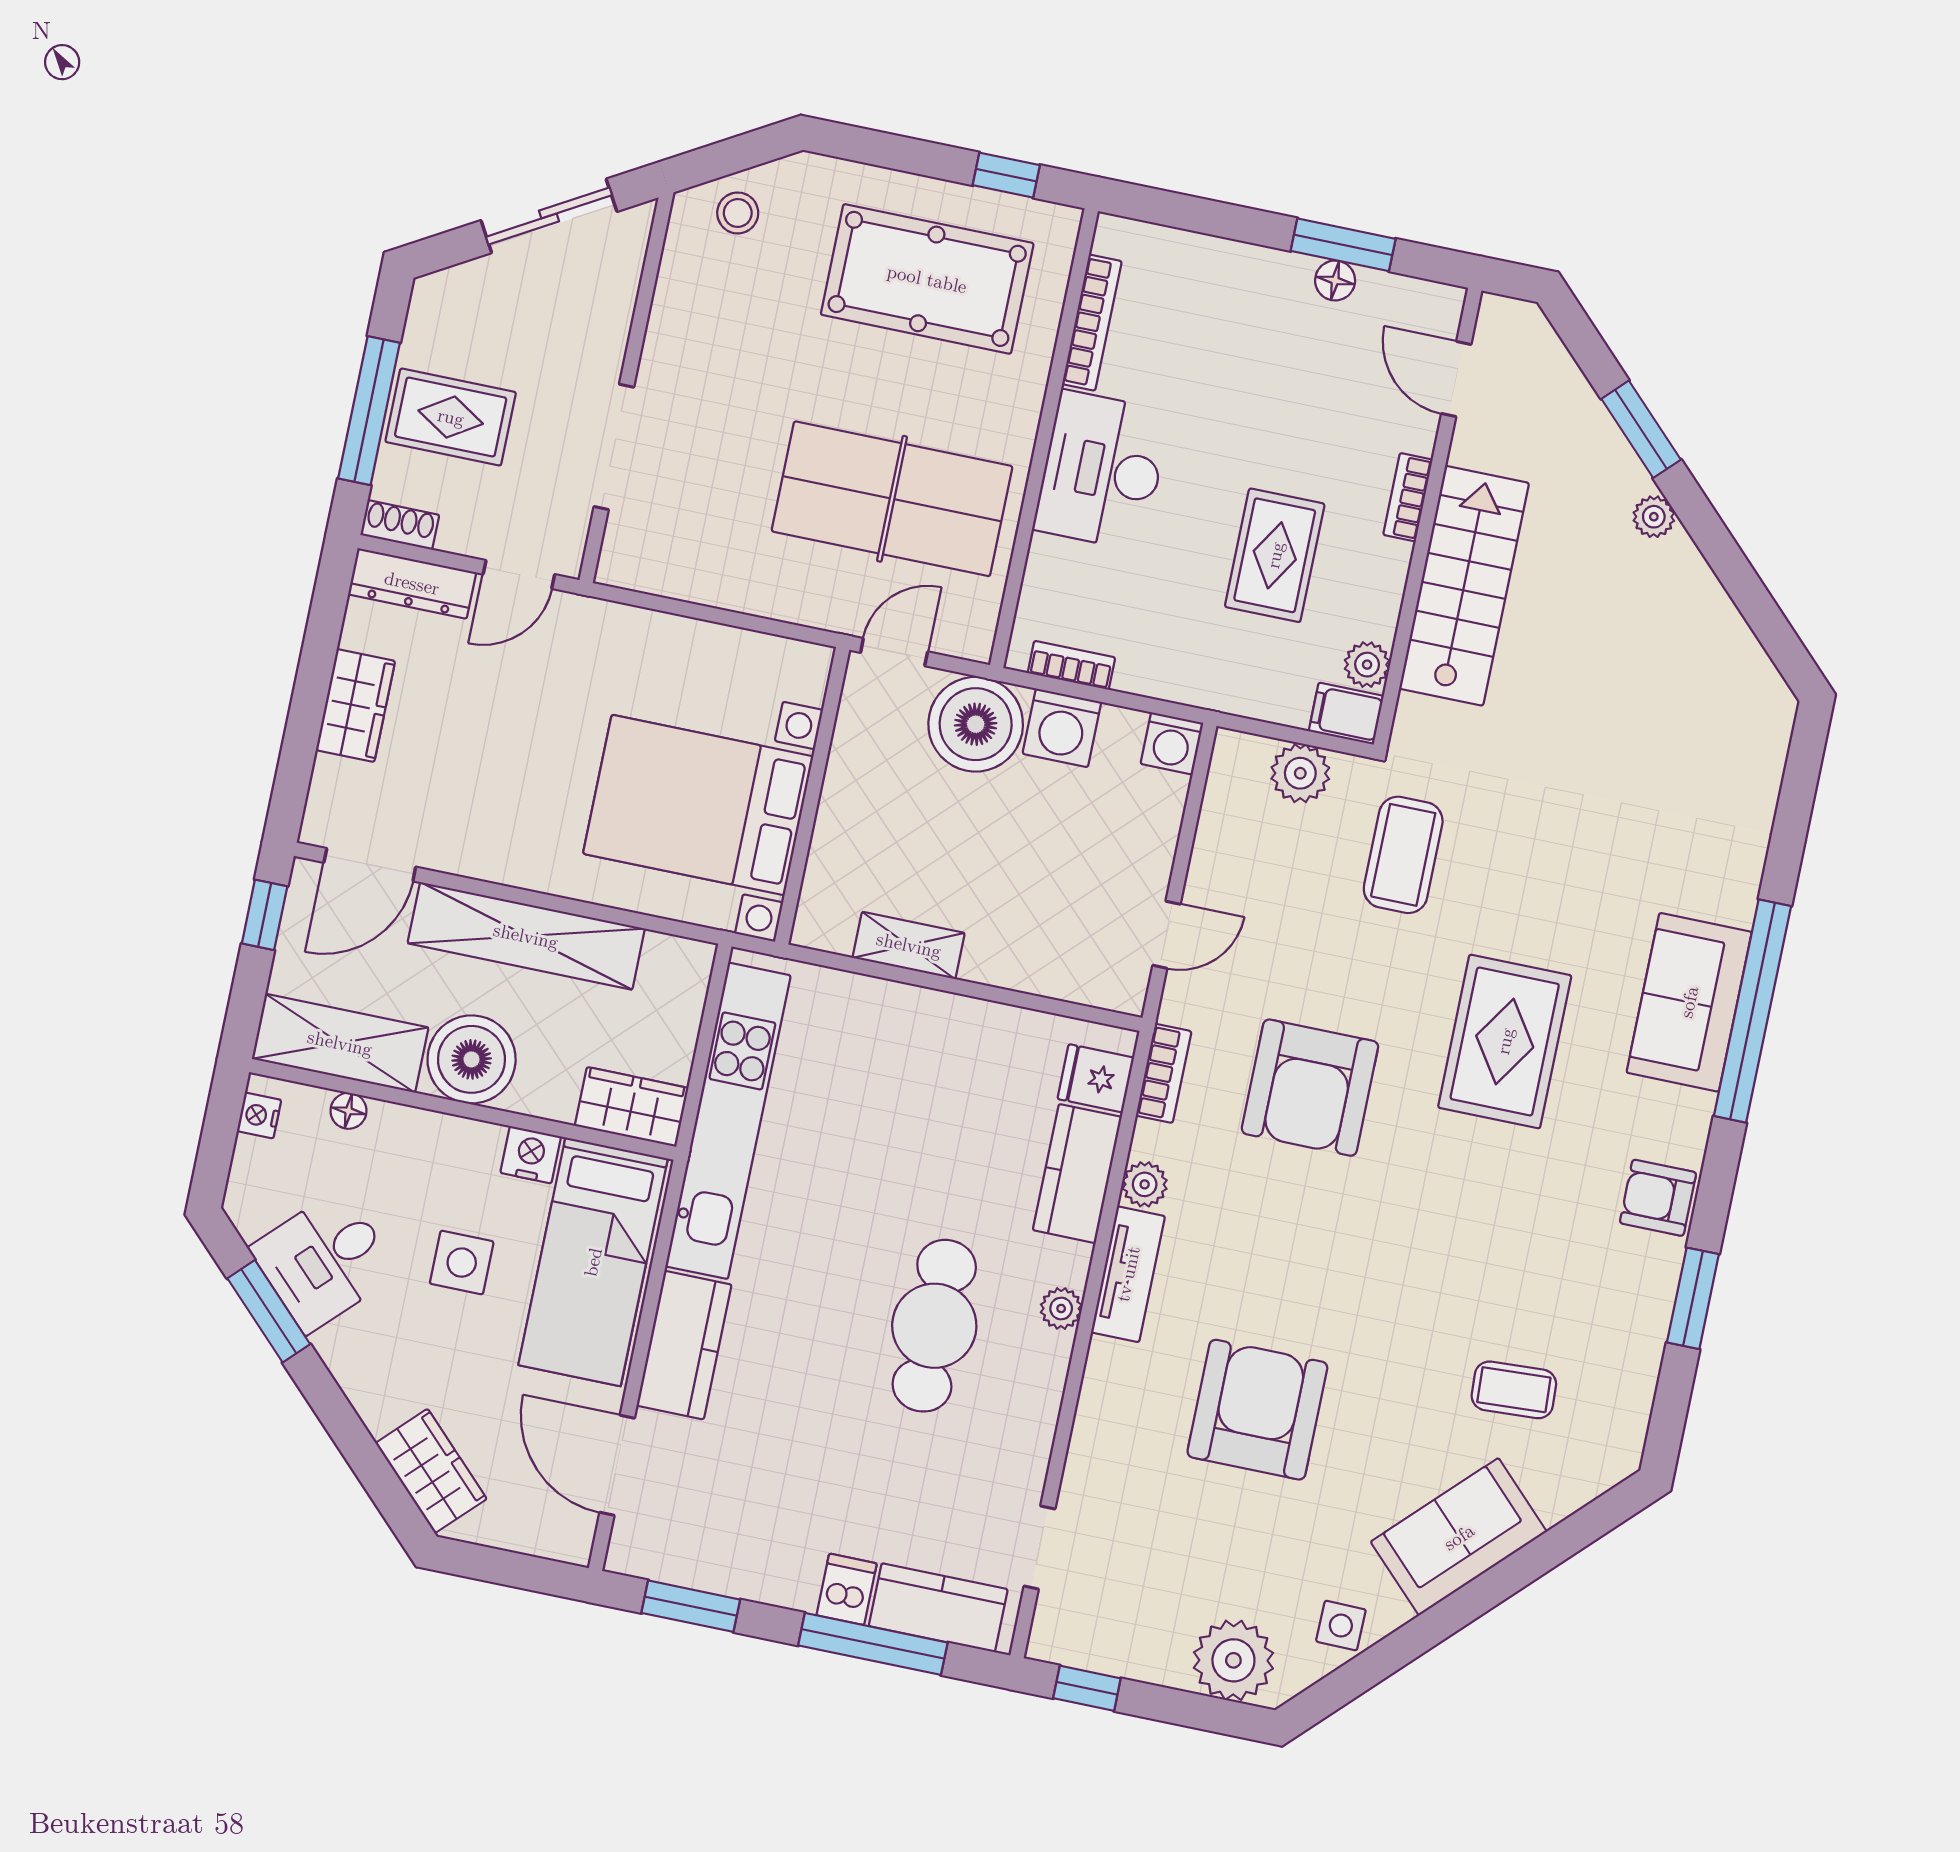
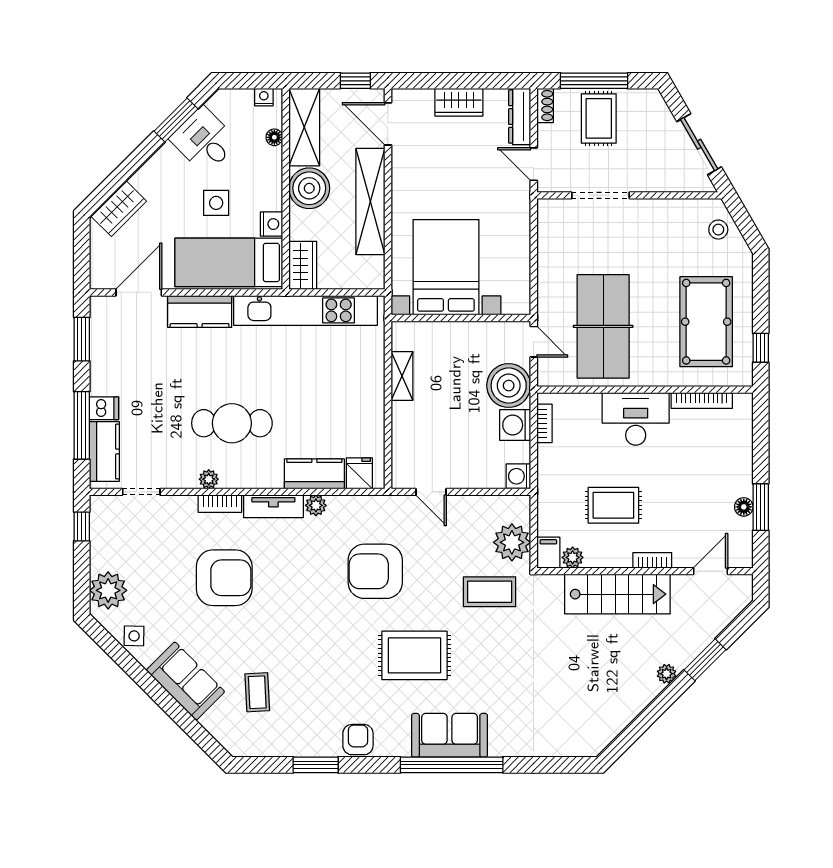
plant: (1300, 773) -> (512, 542), width x1.36, depth x1.36
bookcase: (1164, 1073) -> (220, 504), moved
plant: (1061, 1308) -> (209, 479), moved

